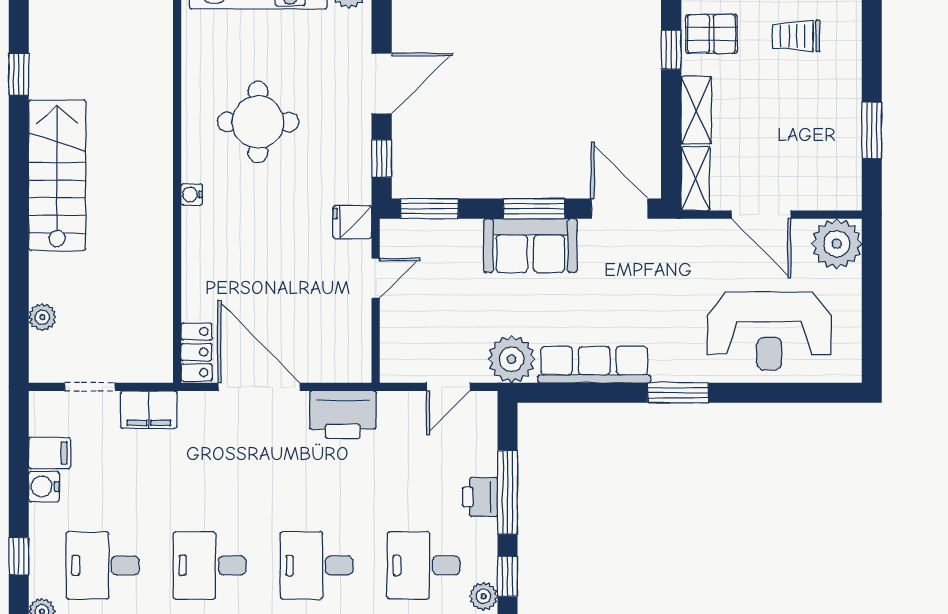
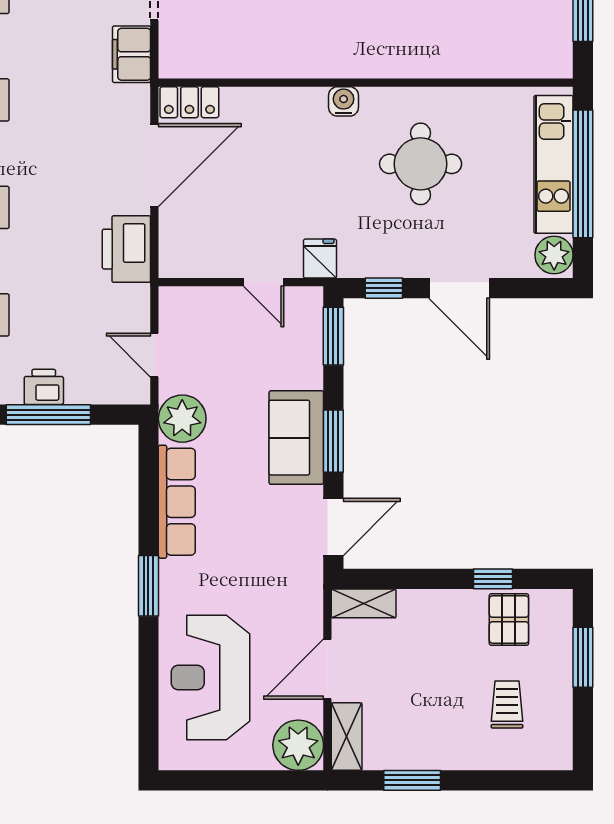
shelving: (696, 110) -> (347, 737), moved, turned 90
water cooler: (192, 195) -> (344, 101), width x1.38, depth x1.38

